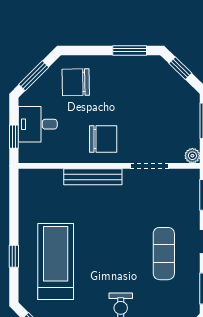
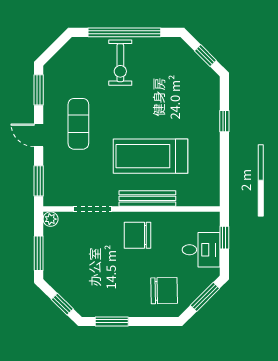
treadmill: (56, 261) -> (150, 156), moved, turned 90

